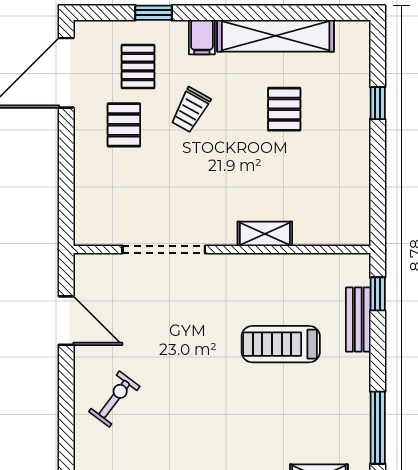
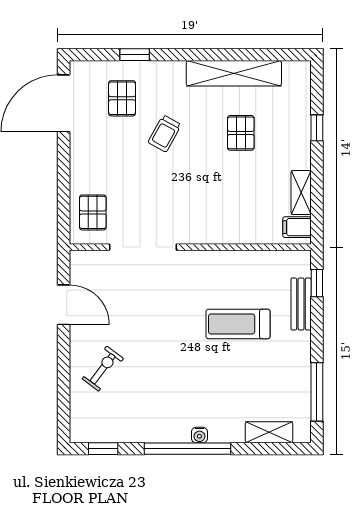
filing cabinet: (202, 37) -> (297, 227), moved, turned 90
pallet: (124, 125) -> (93, 212), moved
shelving: (265, 234) -> (301, 193), moved, turned 90

